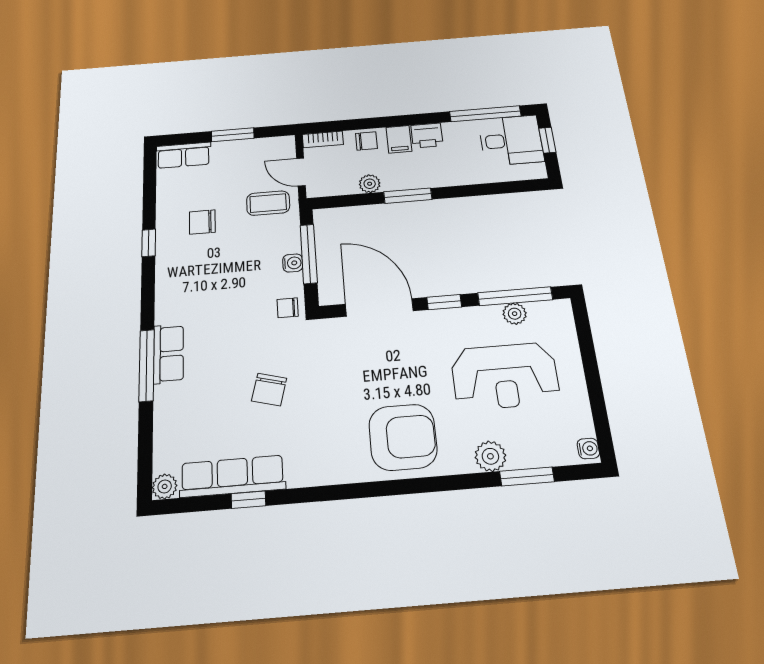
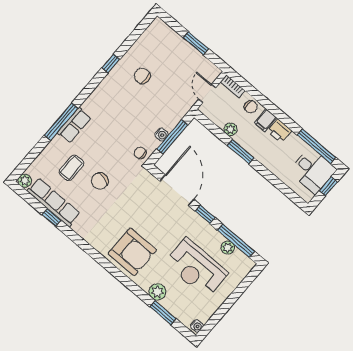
row of seats: (184, 155) -> (165, 32), removed
coffee table: (268, 203) -> (71, 168), moved, turned 90

